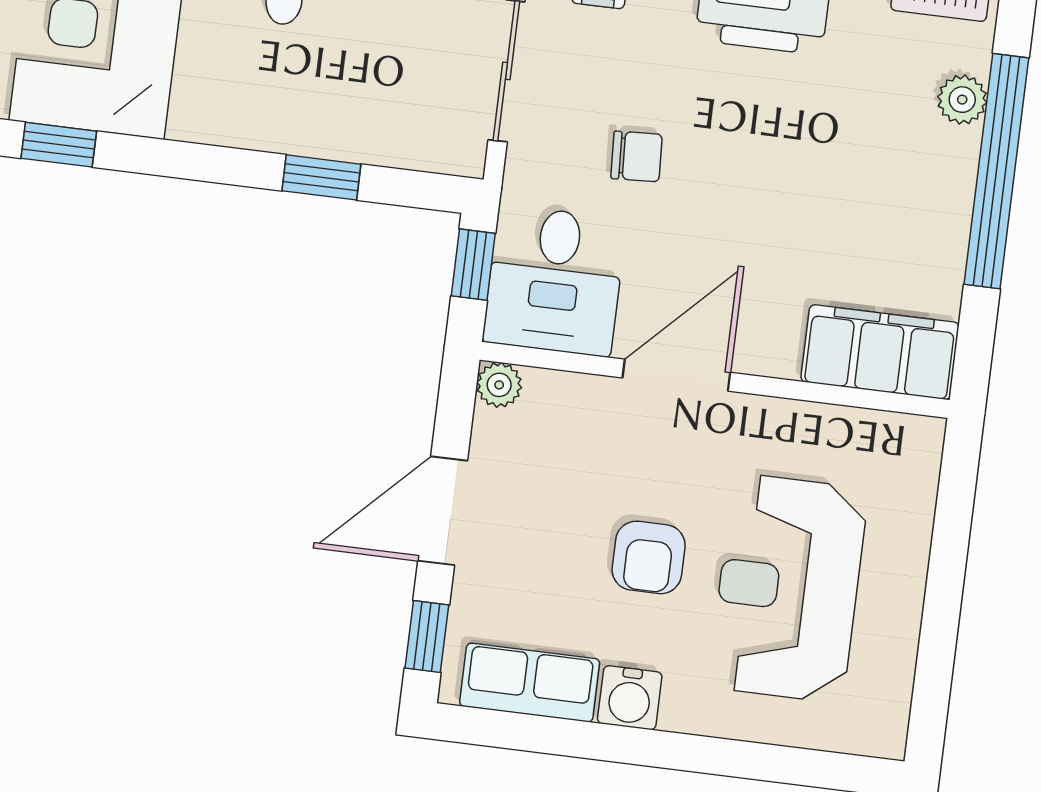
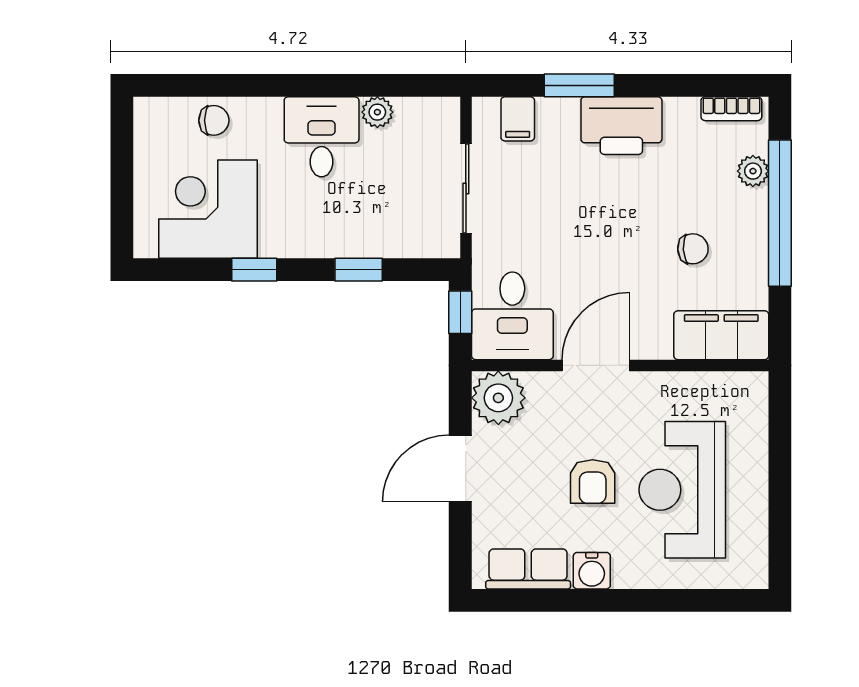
window: (59, 145) -> (254, 270), moved
chair: (636, 156) -> (693, 249), moved
plant: (499, 385) -> (498, 398), width x1.88, depth x1.88
window: (427, 637) -> (460, 548), removed

